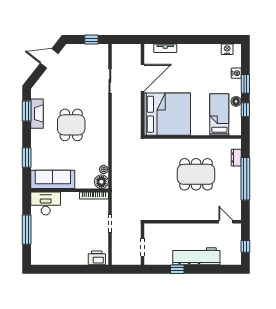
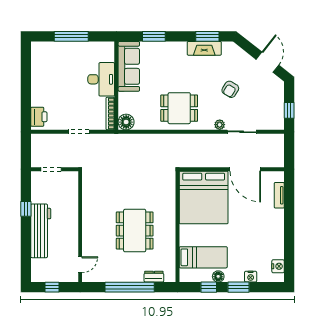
armchair: (73, 91) -> (230, 89), added
dining table: (71, 125) -> (179, 108), moved
plant: (104, 170) -> (220, 125), moved
desk: (46, 203) -> (101, 79), moved

